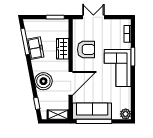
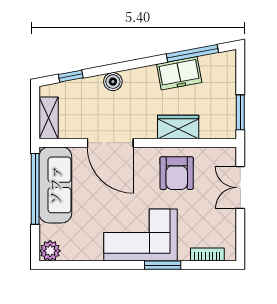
double door: (93, 17) -> (240, 188), swing flipped
boiler: (43, 81) -> (113, 82), width x0.54, depth x0.54

